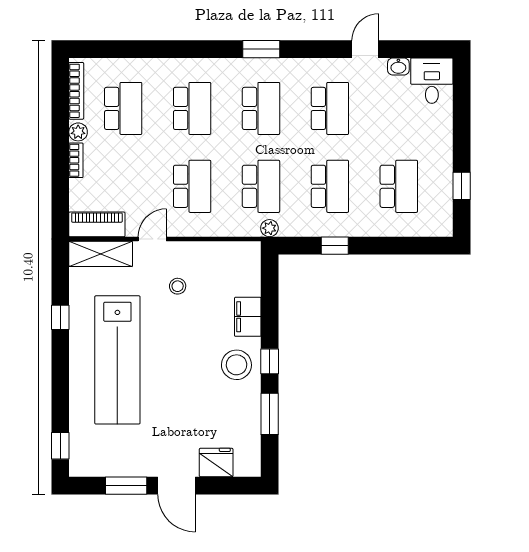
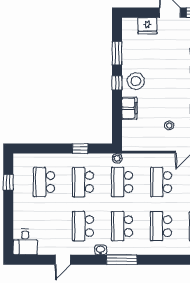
window: (261, 49) -> (122, 260), width x1.44
washbasin: (398, 67) -> (101, 250), moved

